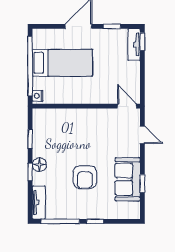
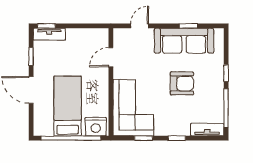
nightstand: (38, 96) -> (96, 127), width x1.89, depth x1.79
door: (127, 106) -> (111, 57), moved
corner sofa: (61, 128) -> (133, 108), added
floor lamp: (39, 165) -> (169, 129), removed
sofa: (128, 179) -> (184, 41), width x1.36

